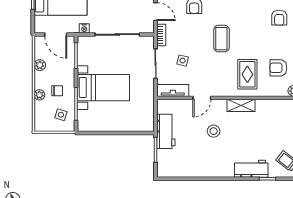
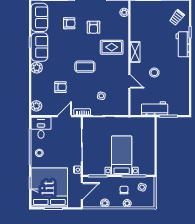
armchair: (278, 68) -> (94, 27), moved
tv unit: (173, 90) -> (124, 103), removed

